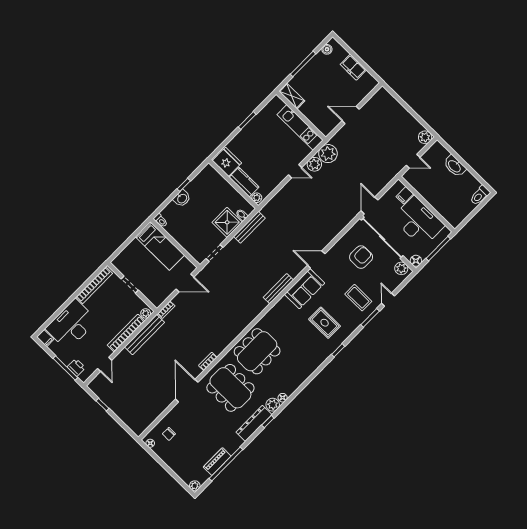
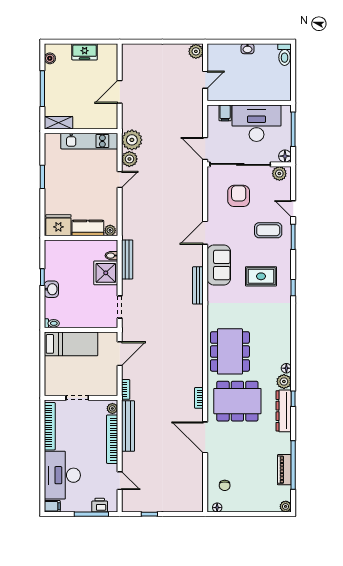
washbasin: (455, 166) -> (248, 49), width x0.52, depth x0.69

